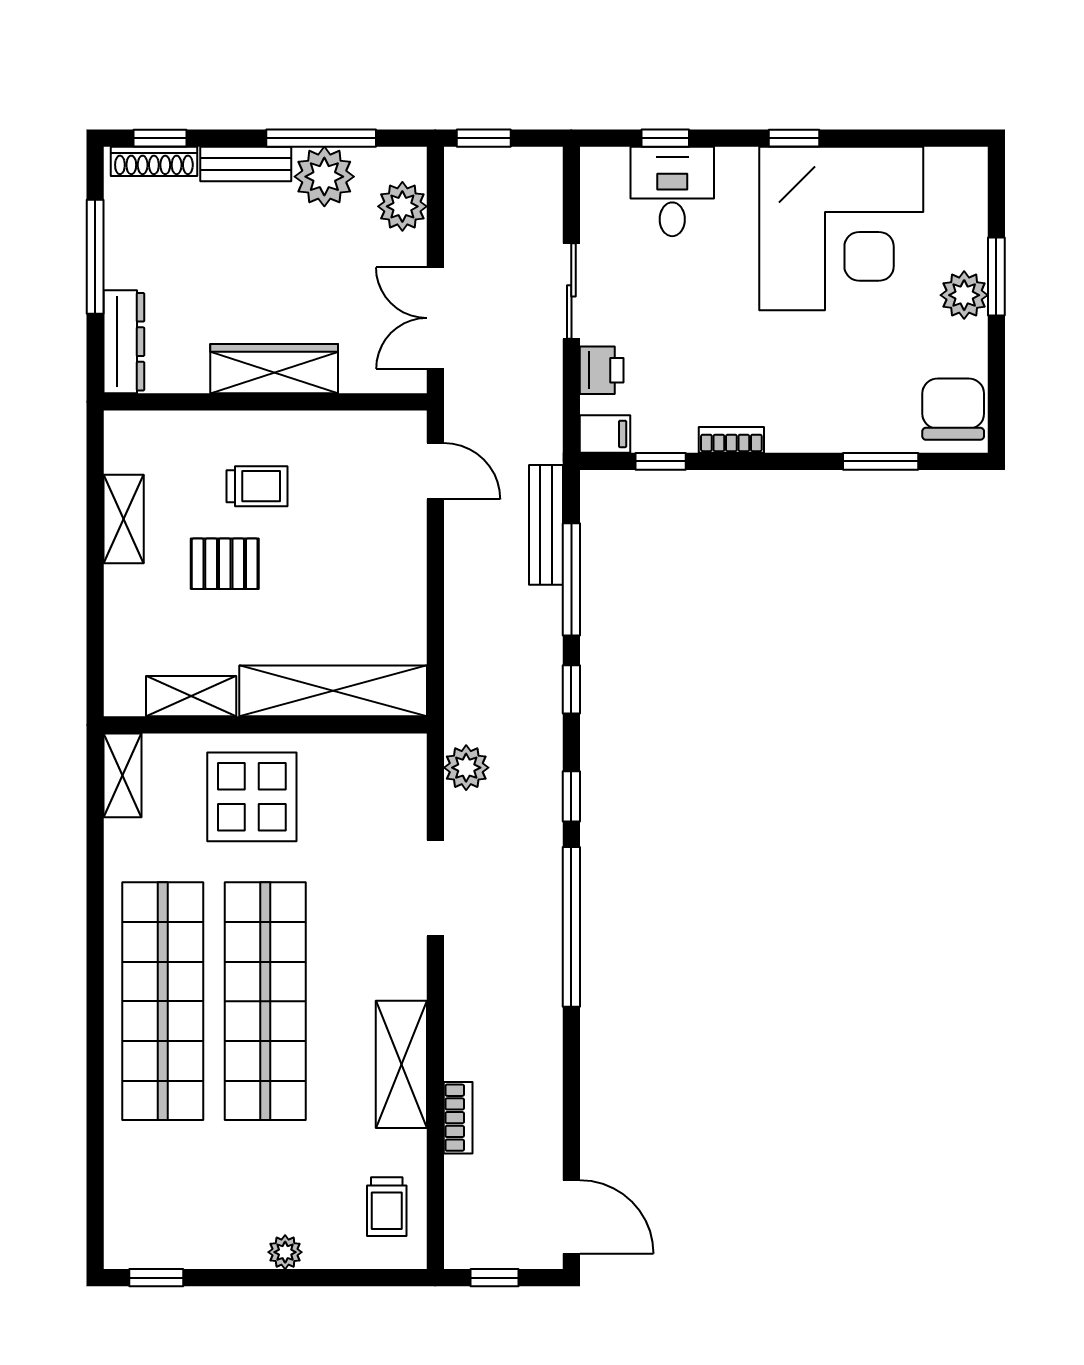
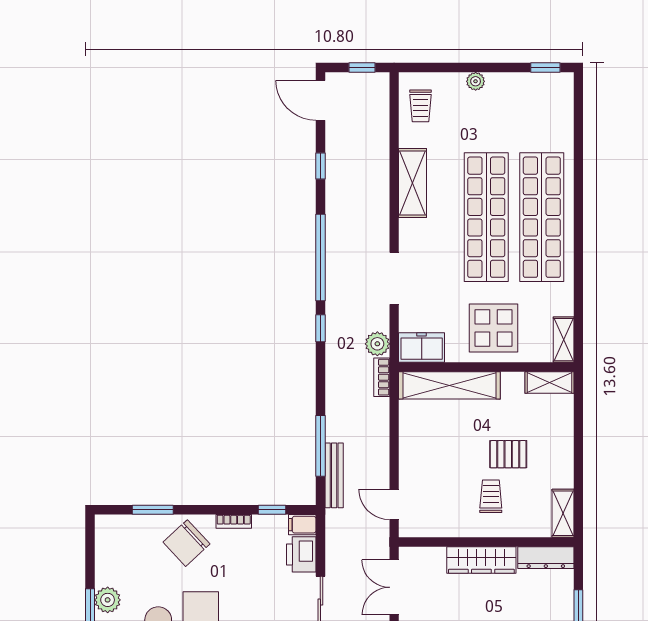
double door: (435, 318) -> (394, 587), swing flipped
dresser: (124, 342) -> (546, 558), moved, turned -90
printer: (602, 370) -> (301, 554), width x1.36, depth x1.24
chair: (953, 409) -> (186, 543), moved, turned 47
trolley: (257, 486) -> (491, 496), turned 90
shelving: (124, 519) -> (563, 513), moved
window: (571, 689) -> (320, 166), moved
shelving: (191, 696) -> (549, 383), moved
freezer: (385, 761) -> (422, 347), added
bookcase: (458, 1118) -> (382, 377), moved
trolley: (387, 1207) -> (420, 106), turned 180

